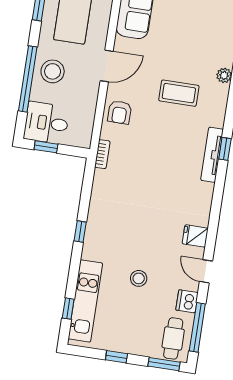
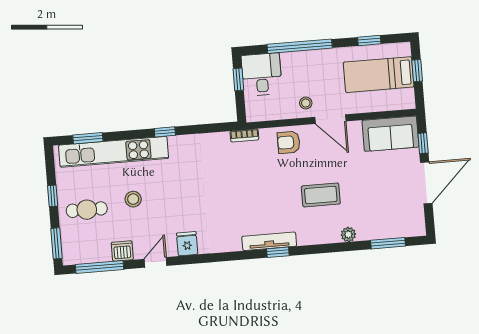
stool: (53, 71) -> (306, 103), moved, width x0.53, depth x0.53
coffee table: (179, 93) -> (321, 195), turned 90
kitchen unit: (85, 301) -> (114, 152), width x1.36
window: (68, 309) -> (88, 138), width x1.50
cafe table: (173, 338) -> (87, 210), moved

